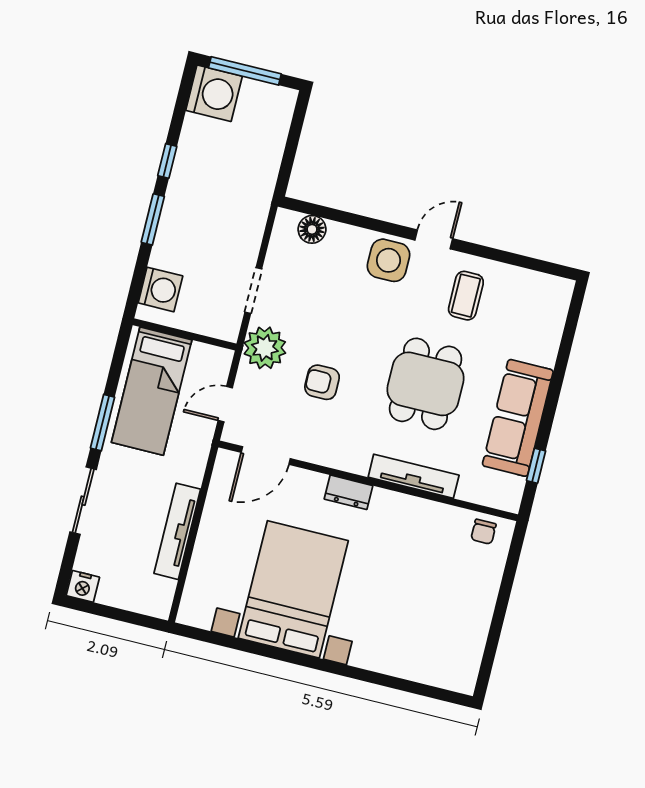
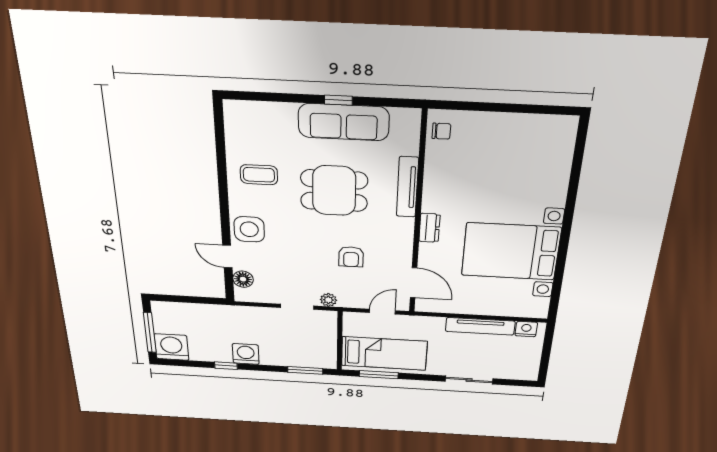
window: (153, 219) -> (305, 370), moved
door: (434, 239) -> (227, 257), moved
washing machine: (160, 289) -> (246, 354), moved
plant: (265, 348) -> (328, 300), width x0.53, depth x0.53
door: (225, 404) -> (382, 312), swing flipped
window: (103, 423) -> (379, 375), moved
window: (536, 466) -> (338, 100), moved
nightstand: (83, 586) -> (526, 329), moved, turned -90

